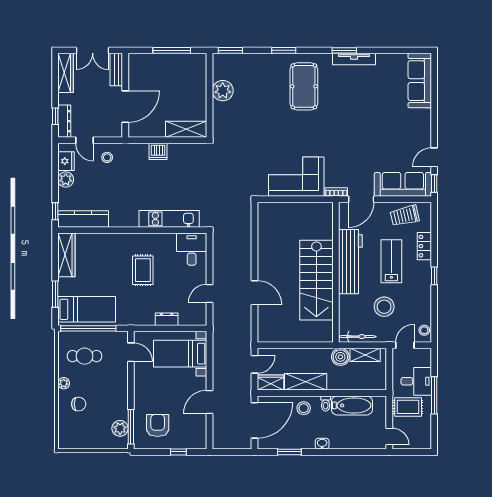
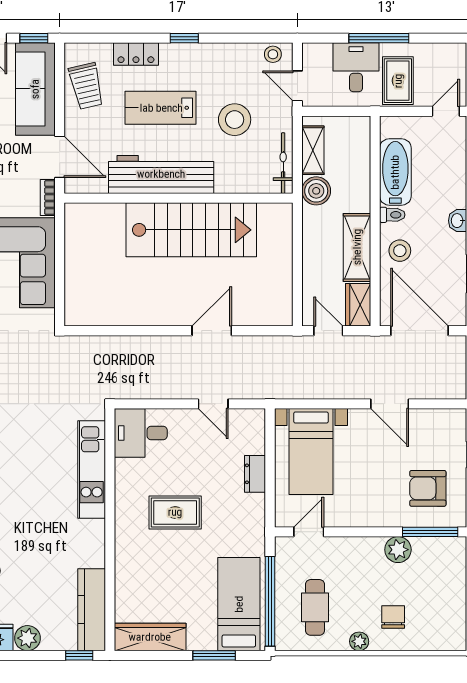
plant: (120, 428) -> (398, 550), moved

